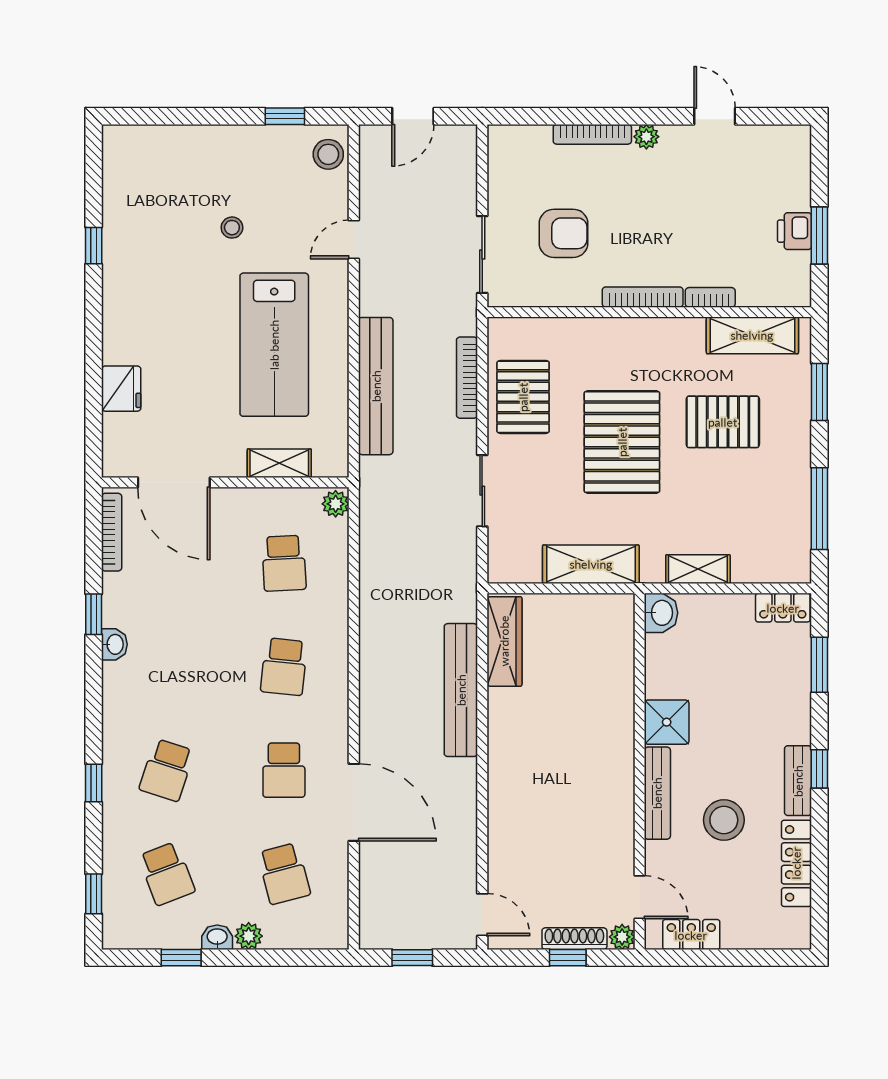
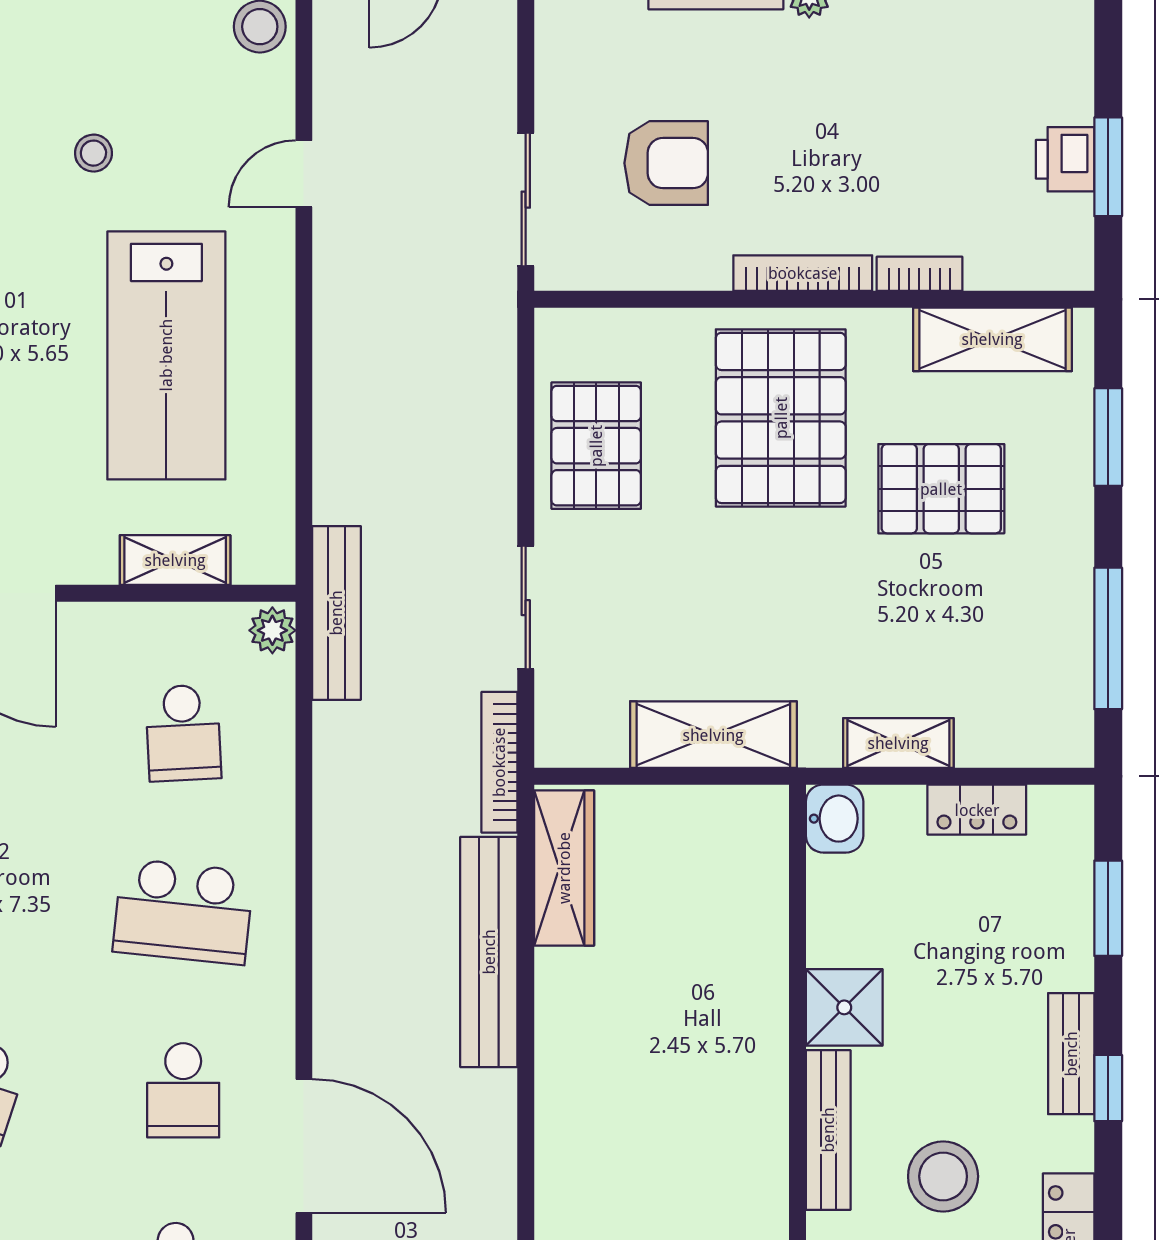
bookcase: (467, 378) -> (499, 762), moved
bench: (376, 386) -> (336, 613), moved, width x0.73, depth x0.82
pallet: (622, 442) -> (781, 418), moved
locker: (783, 608) -> (977, 810), moved
school desk: (284, 667) -> (183, 912), width x1.85
bench: (798, 781) -> (1071, 1054), moved

